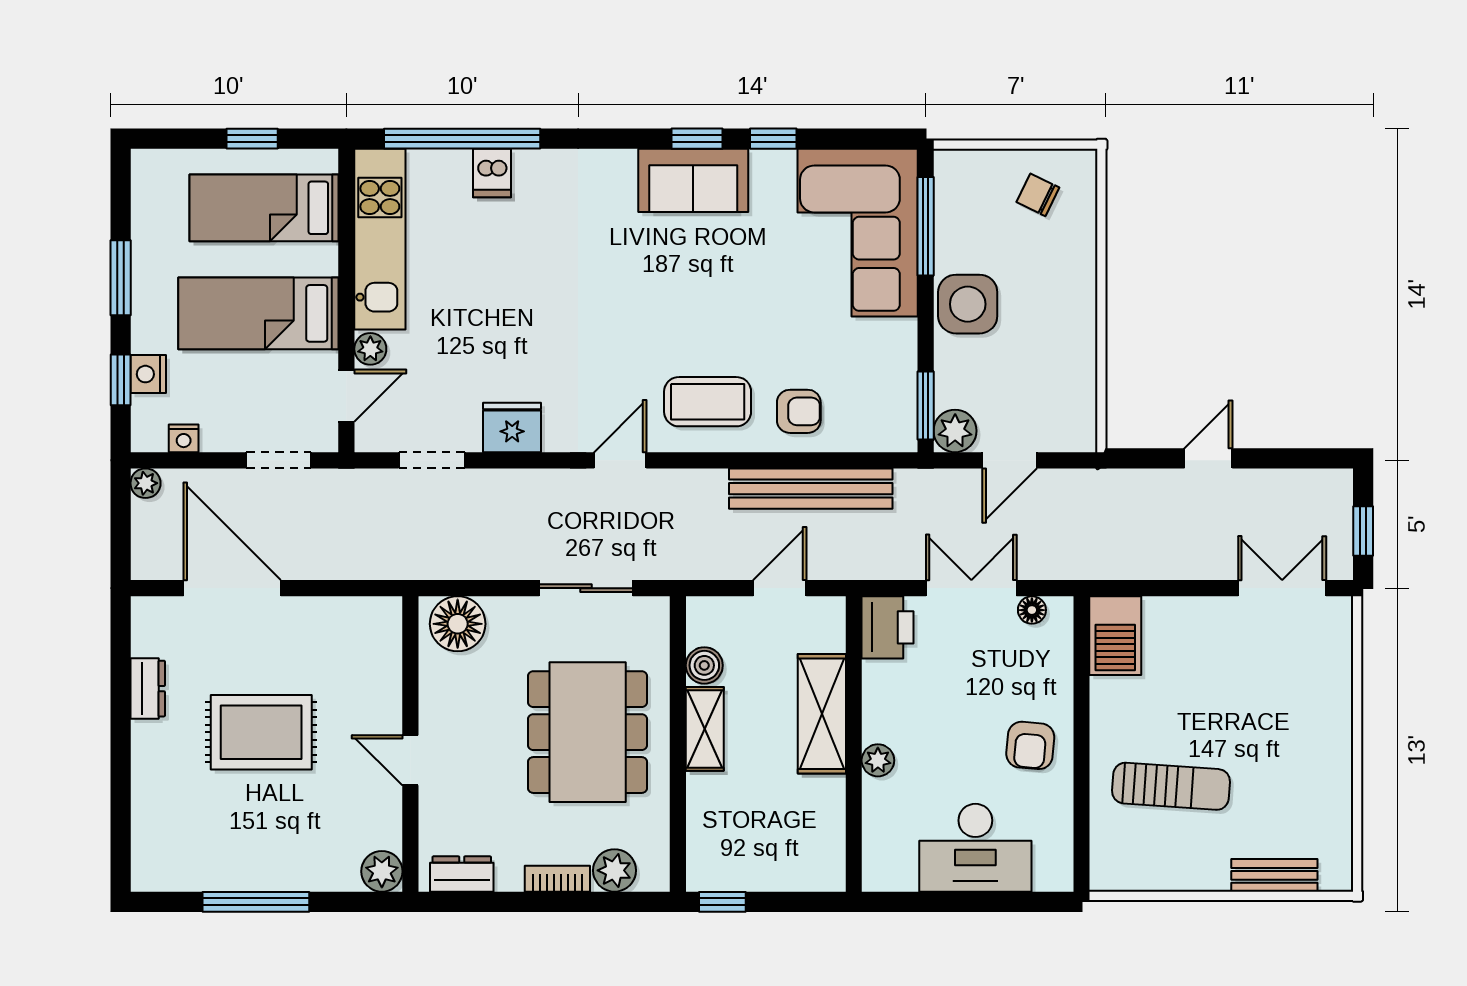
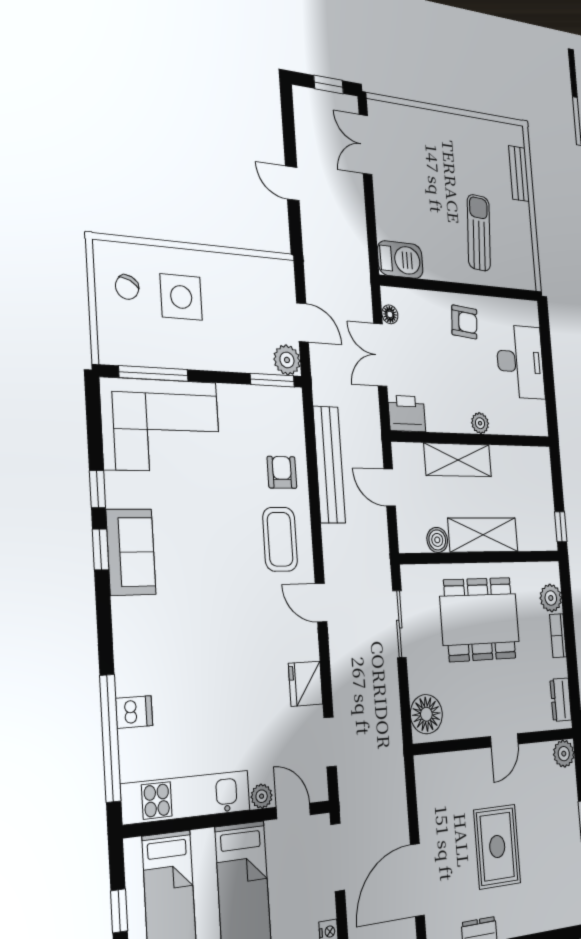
side table: (968, 304) -> (181, 297), moved
doorway: (278, 460) -> (338, 857), width x1.38
shelving: (705, 729) -> (483, 535), width x1.50, depth x1.33

